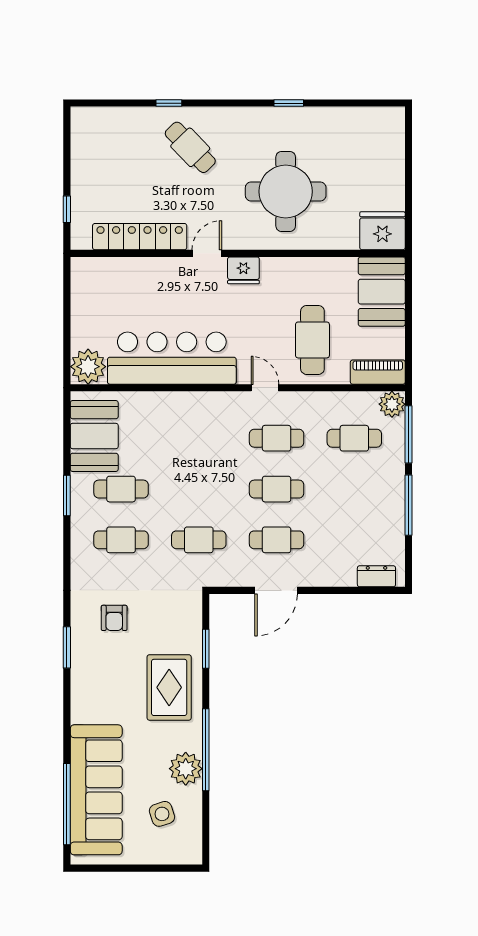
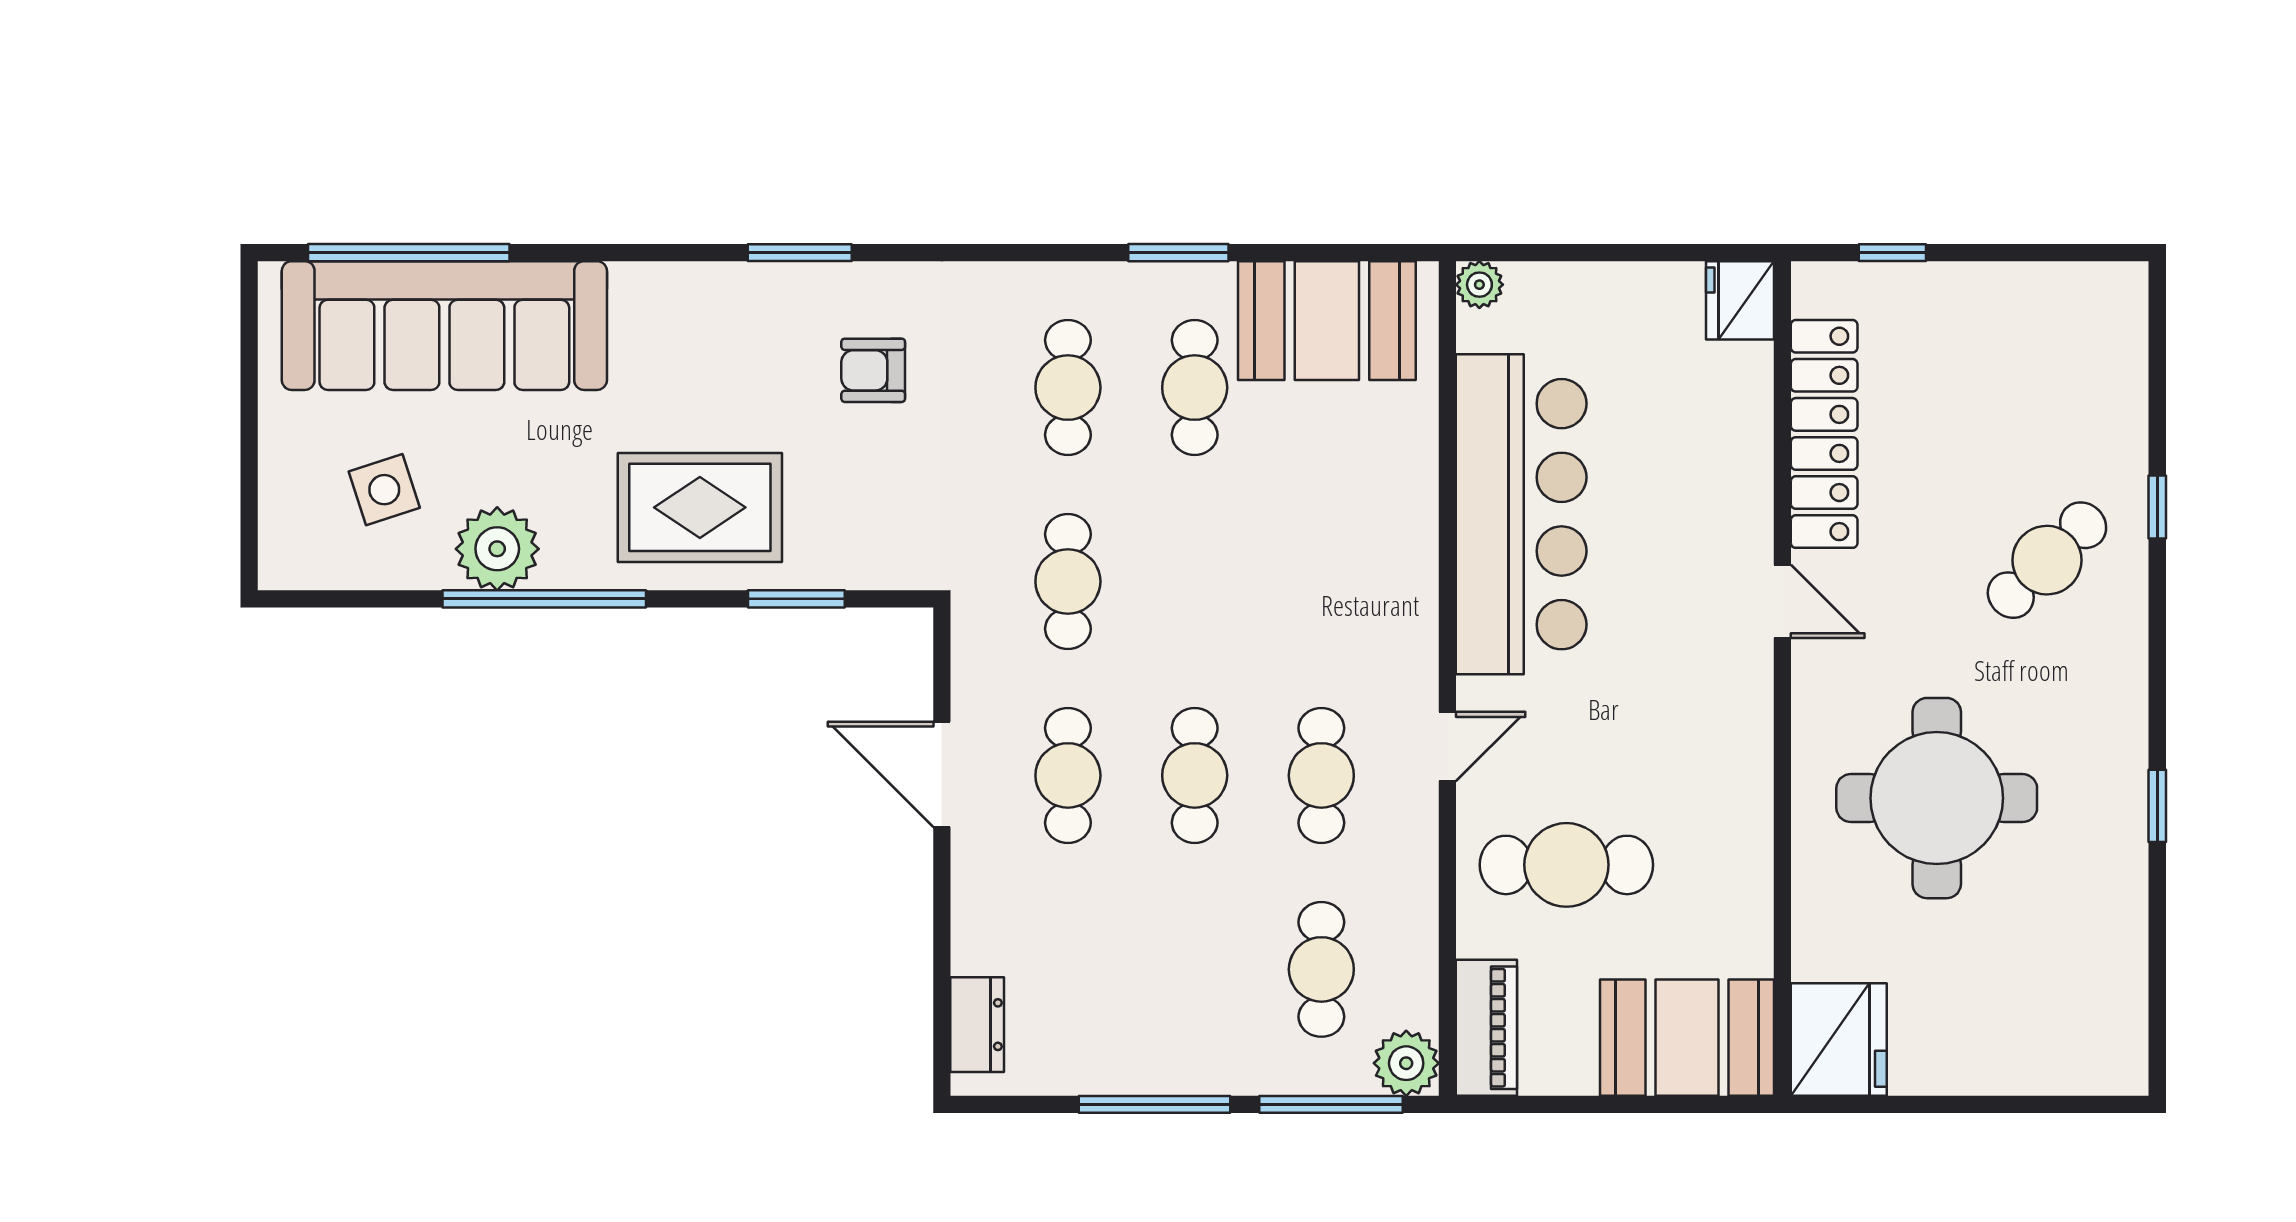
fridge: (243, 270) -> (1740, 300), moved
plant: (88, 367) -> (1479, 285), width x0.53, depth x0.53

